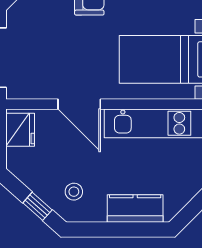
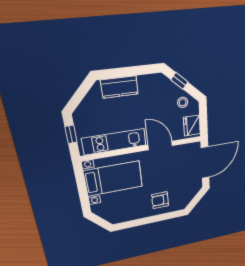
stool: (74, 192) -> (183, 102), moved

